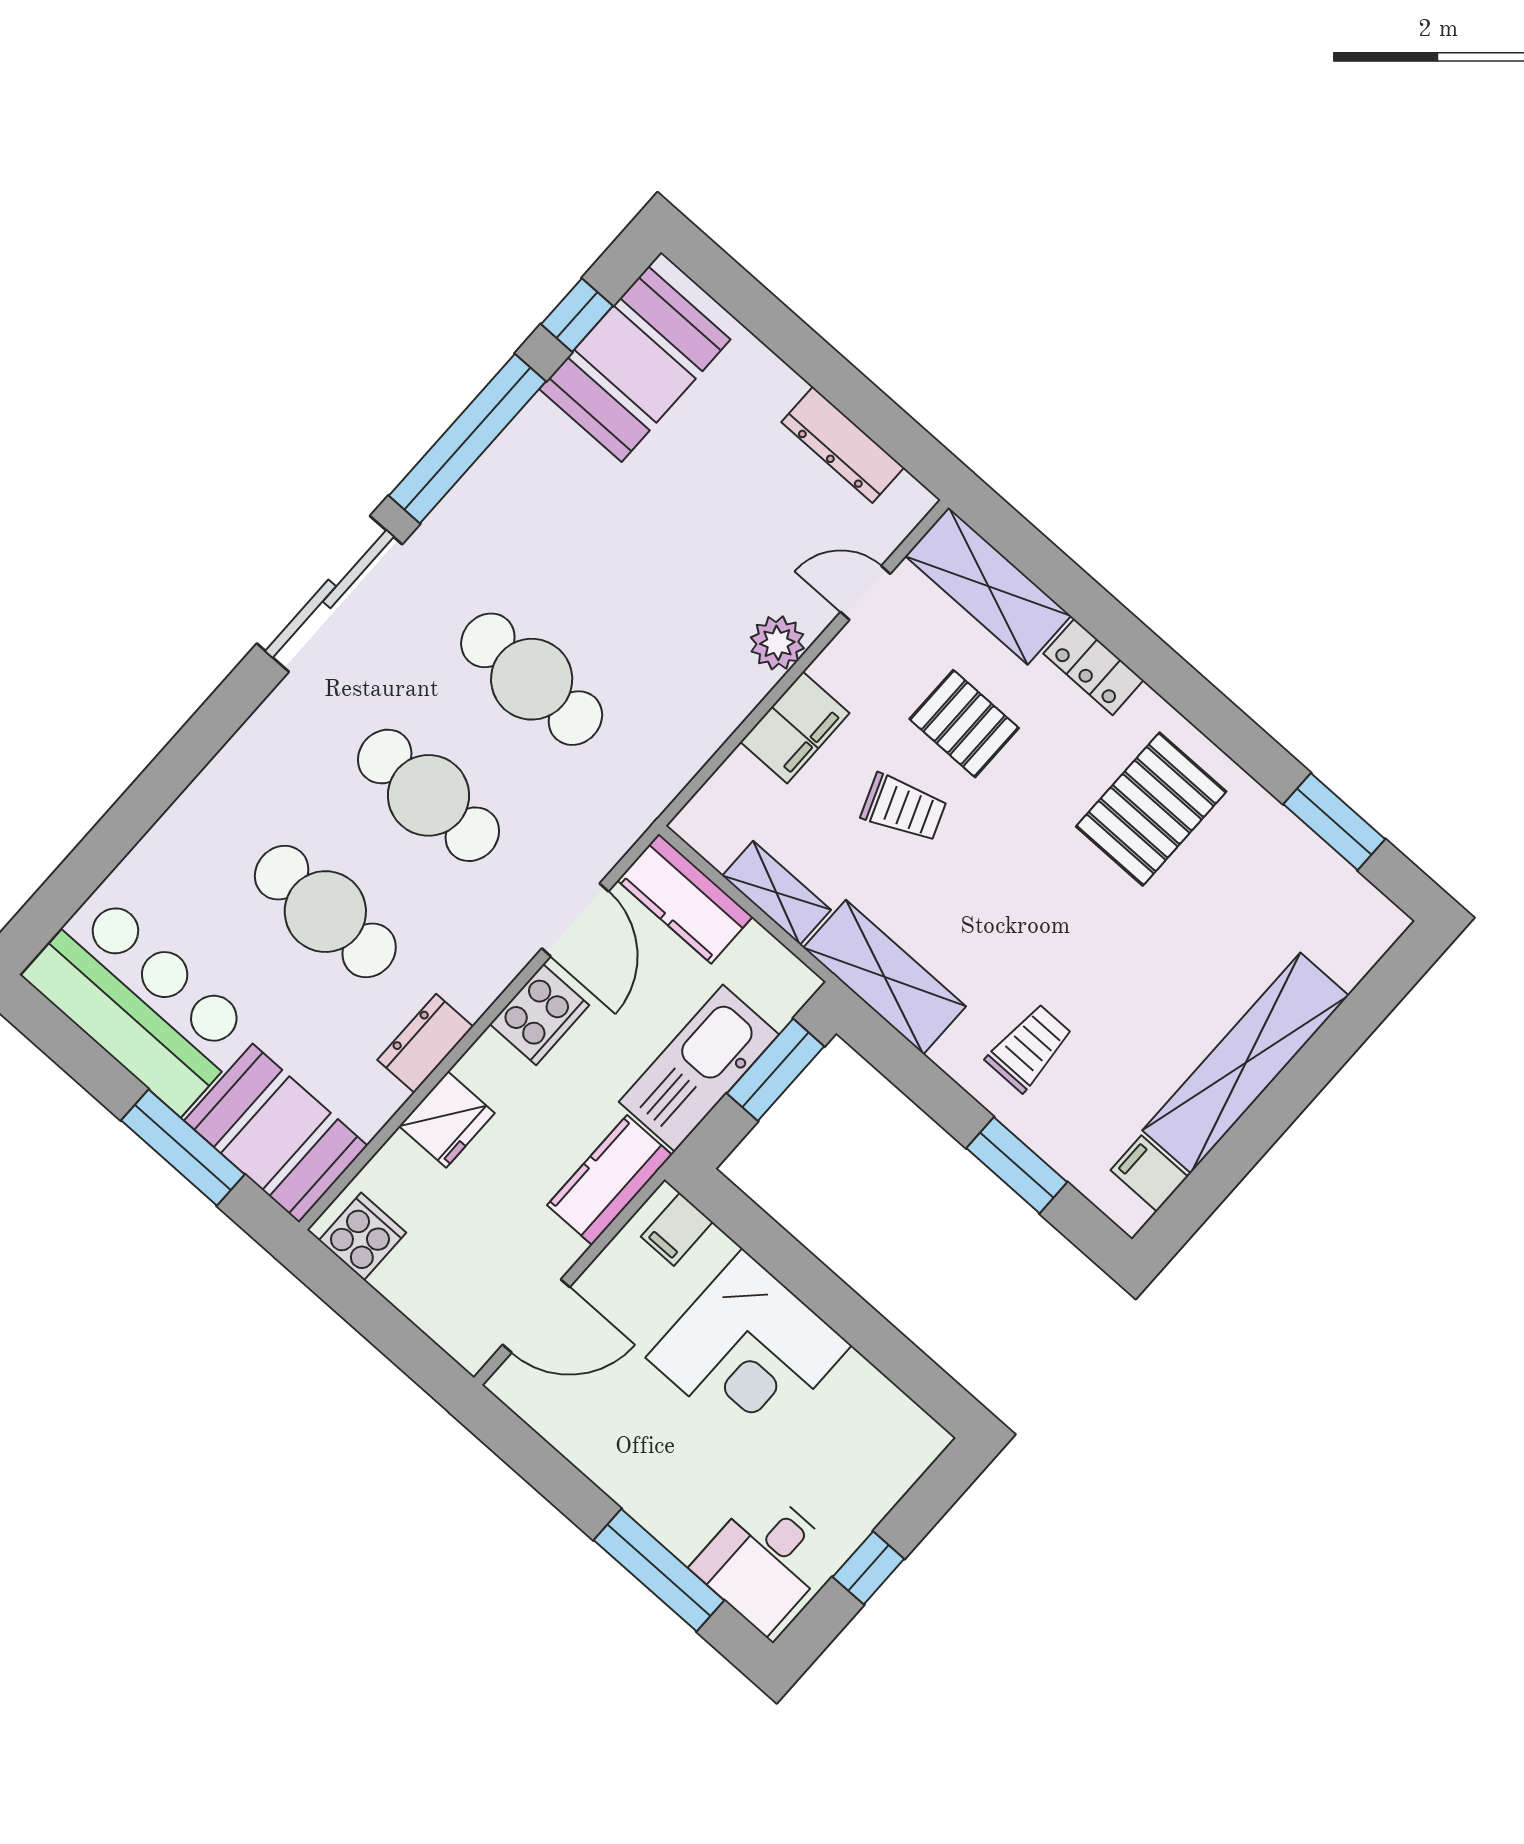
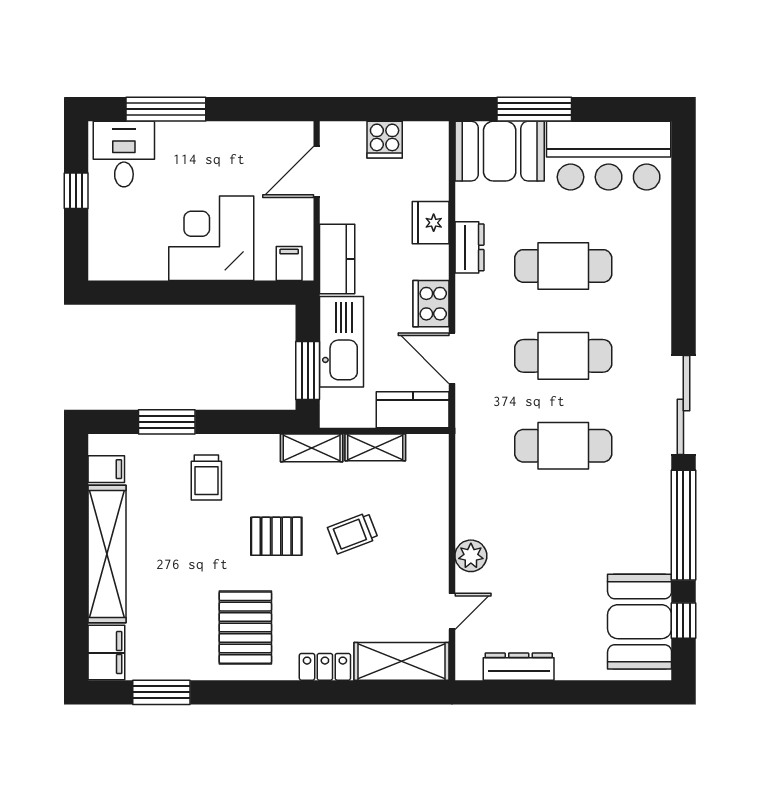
pallet: (964, 724) -> (276, 536), moved
filing cabinet: (795, 728) -> (106, 653), moved, turned 180
shelving: (885, 977) -> (312, 448), width x0.67, depth x0.75
cooker: (362, 1236) -> (385, 140), moved

